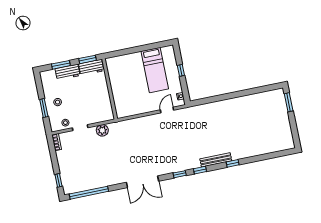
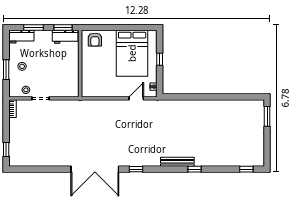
armchair: (119, 64) -> (95, 40), added
bed: (155, 70) -> (132, 53), width x1.50
workbench: (68, 72) -> (21, 37), moved
plant: (102, 130) -> (63, 106), removed
window: (200, 170) -> (246, 169), moved
double door: (142, 182) -> (95, 169), width x1.36
window: (89, 193) -> (36, 169), removed

